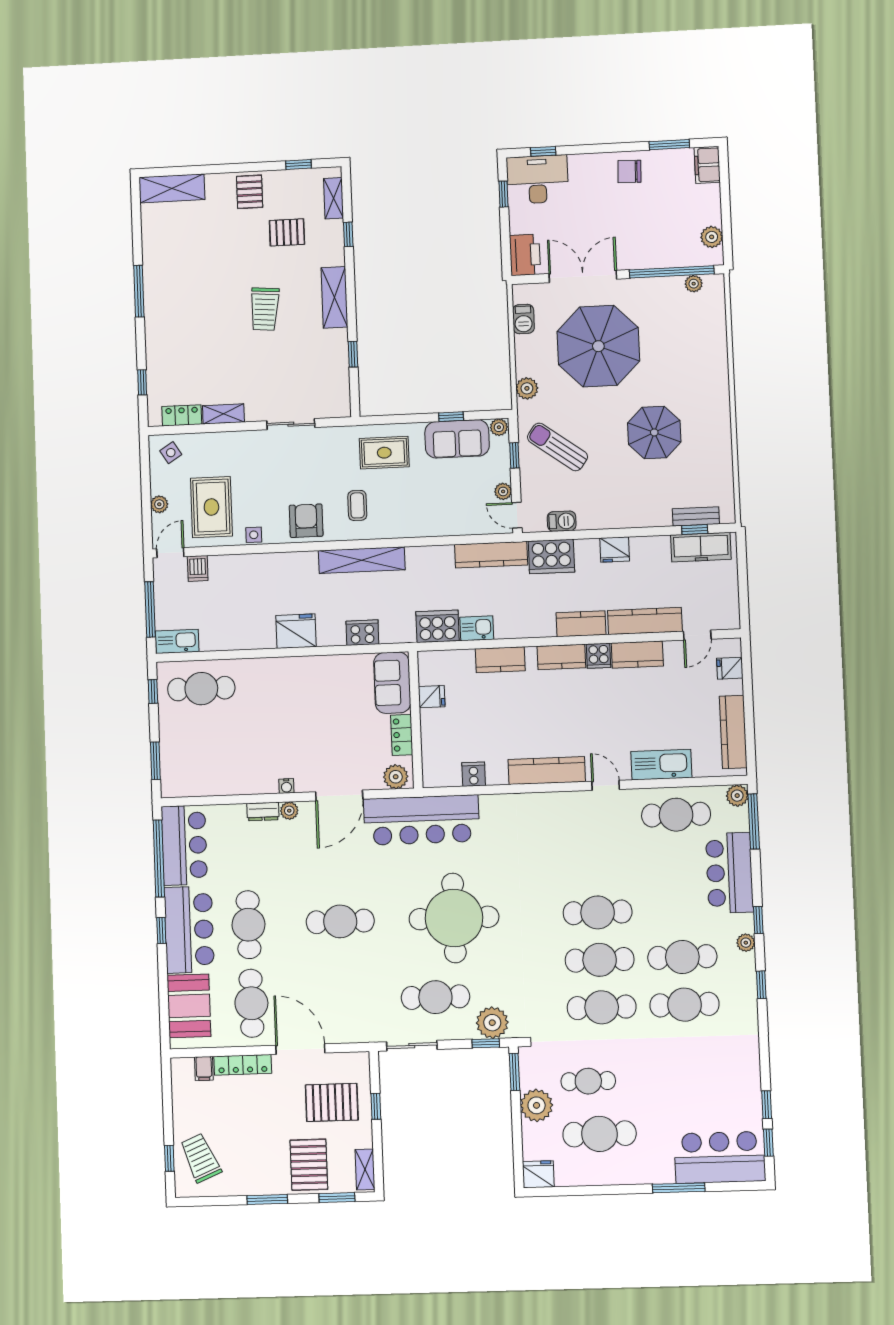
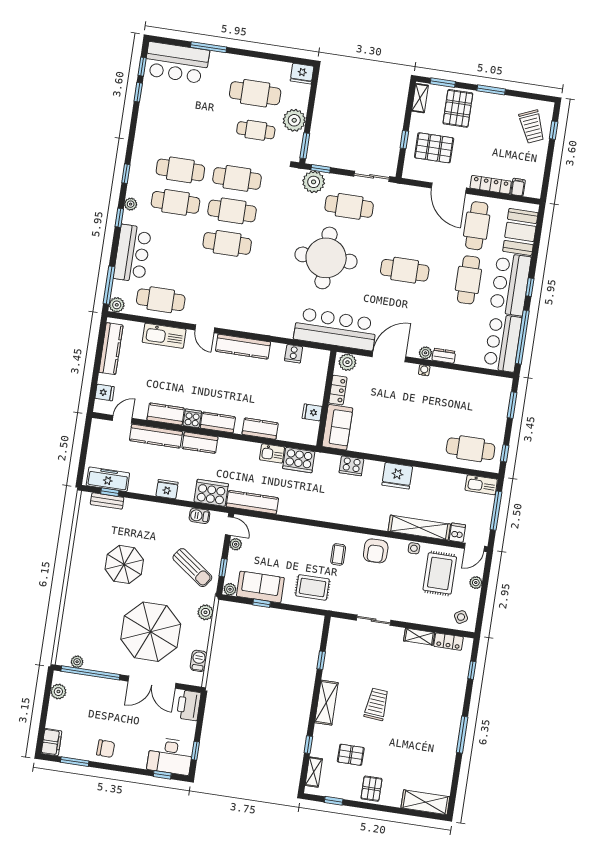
shelving: (362, 560) -> (419, 528), moved

